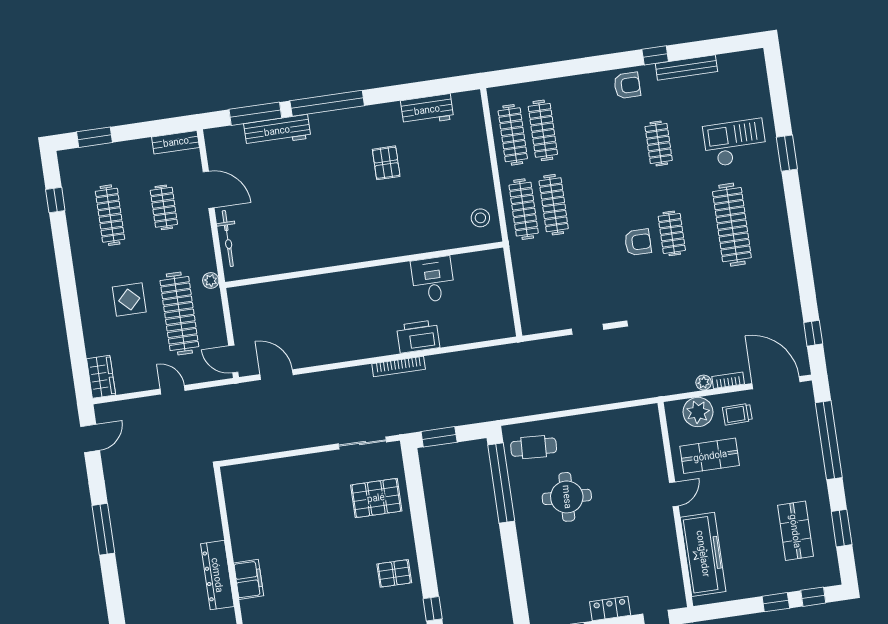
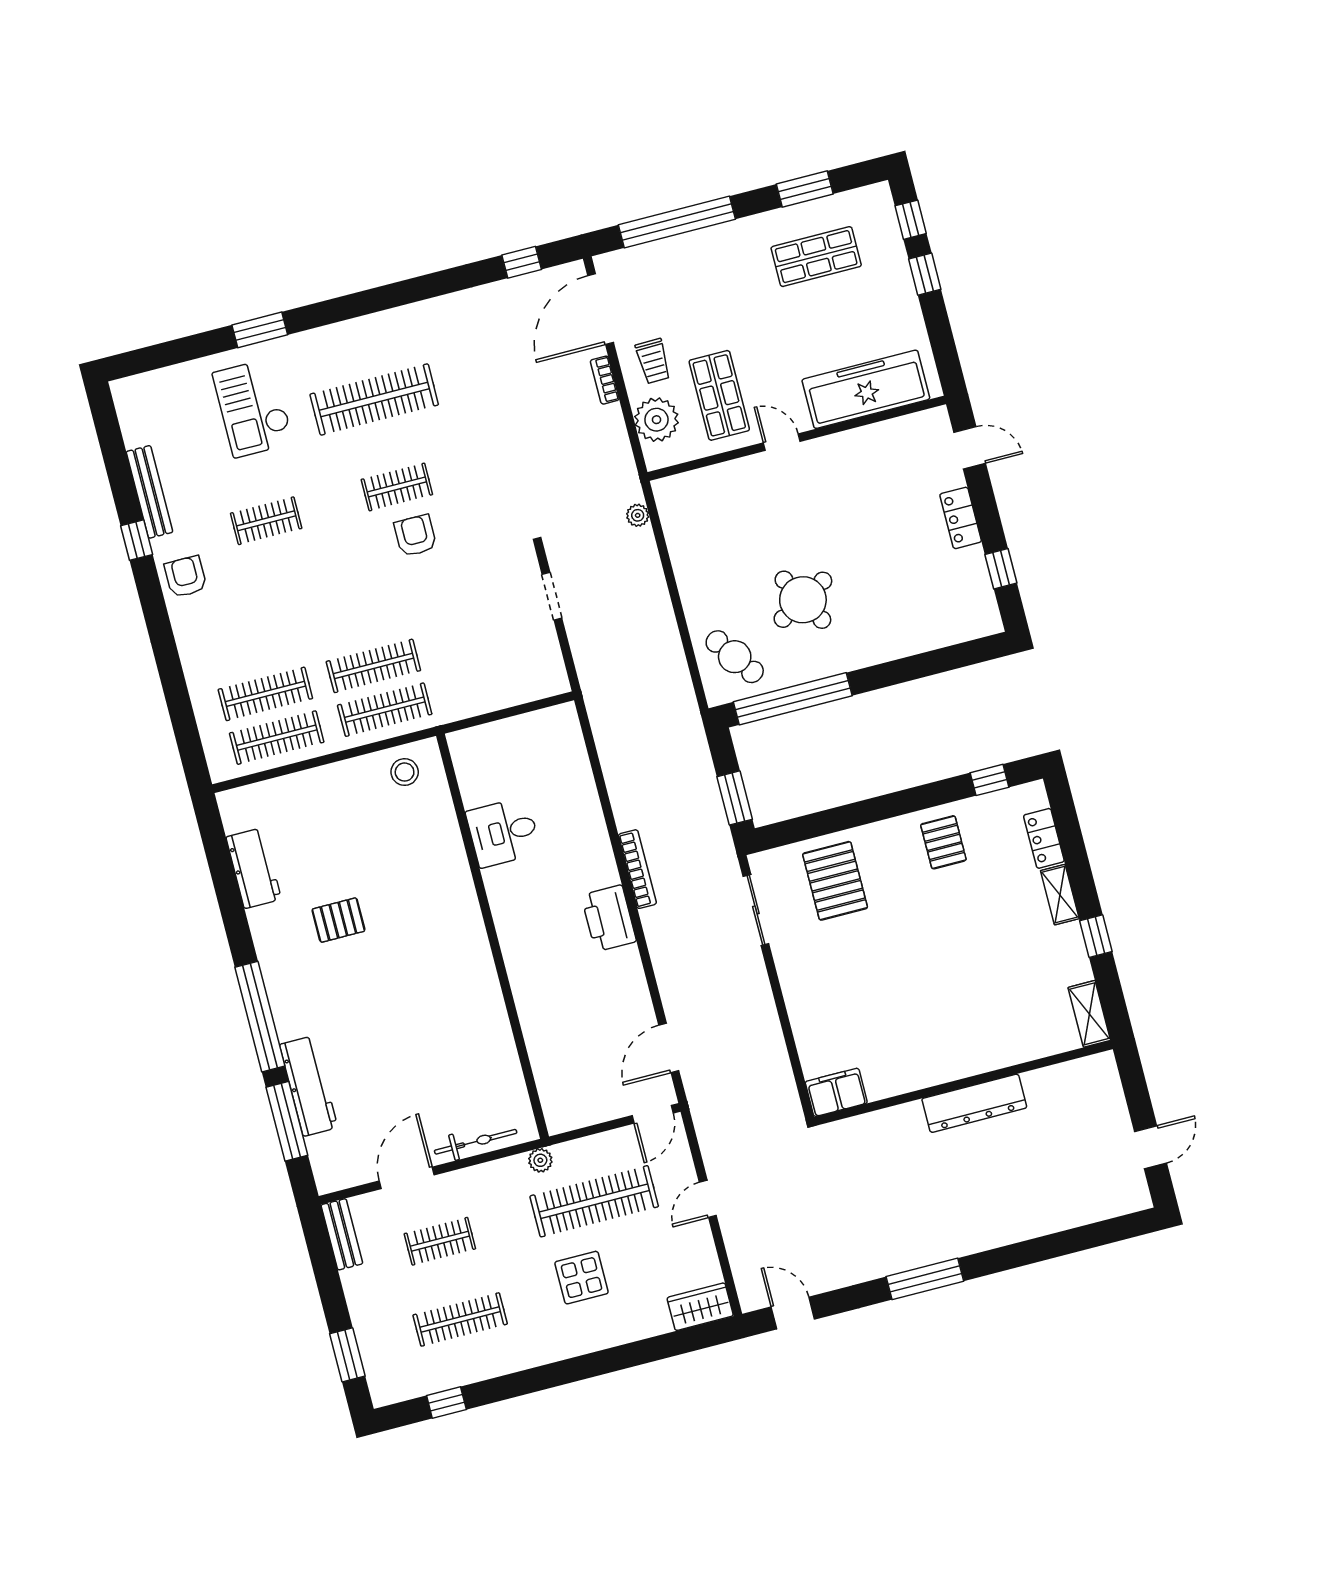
printer: (418, 336) -> (609, 918), moved
plant: (704, 383) -> (638, 515), moved
cafe table: (534, 447) -> (735, 657), turned -38
round table: (567, 497) -> (803, 600), turned -32
filing cabinet: (249, 579) -> (836, 1092), moved

